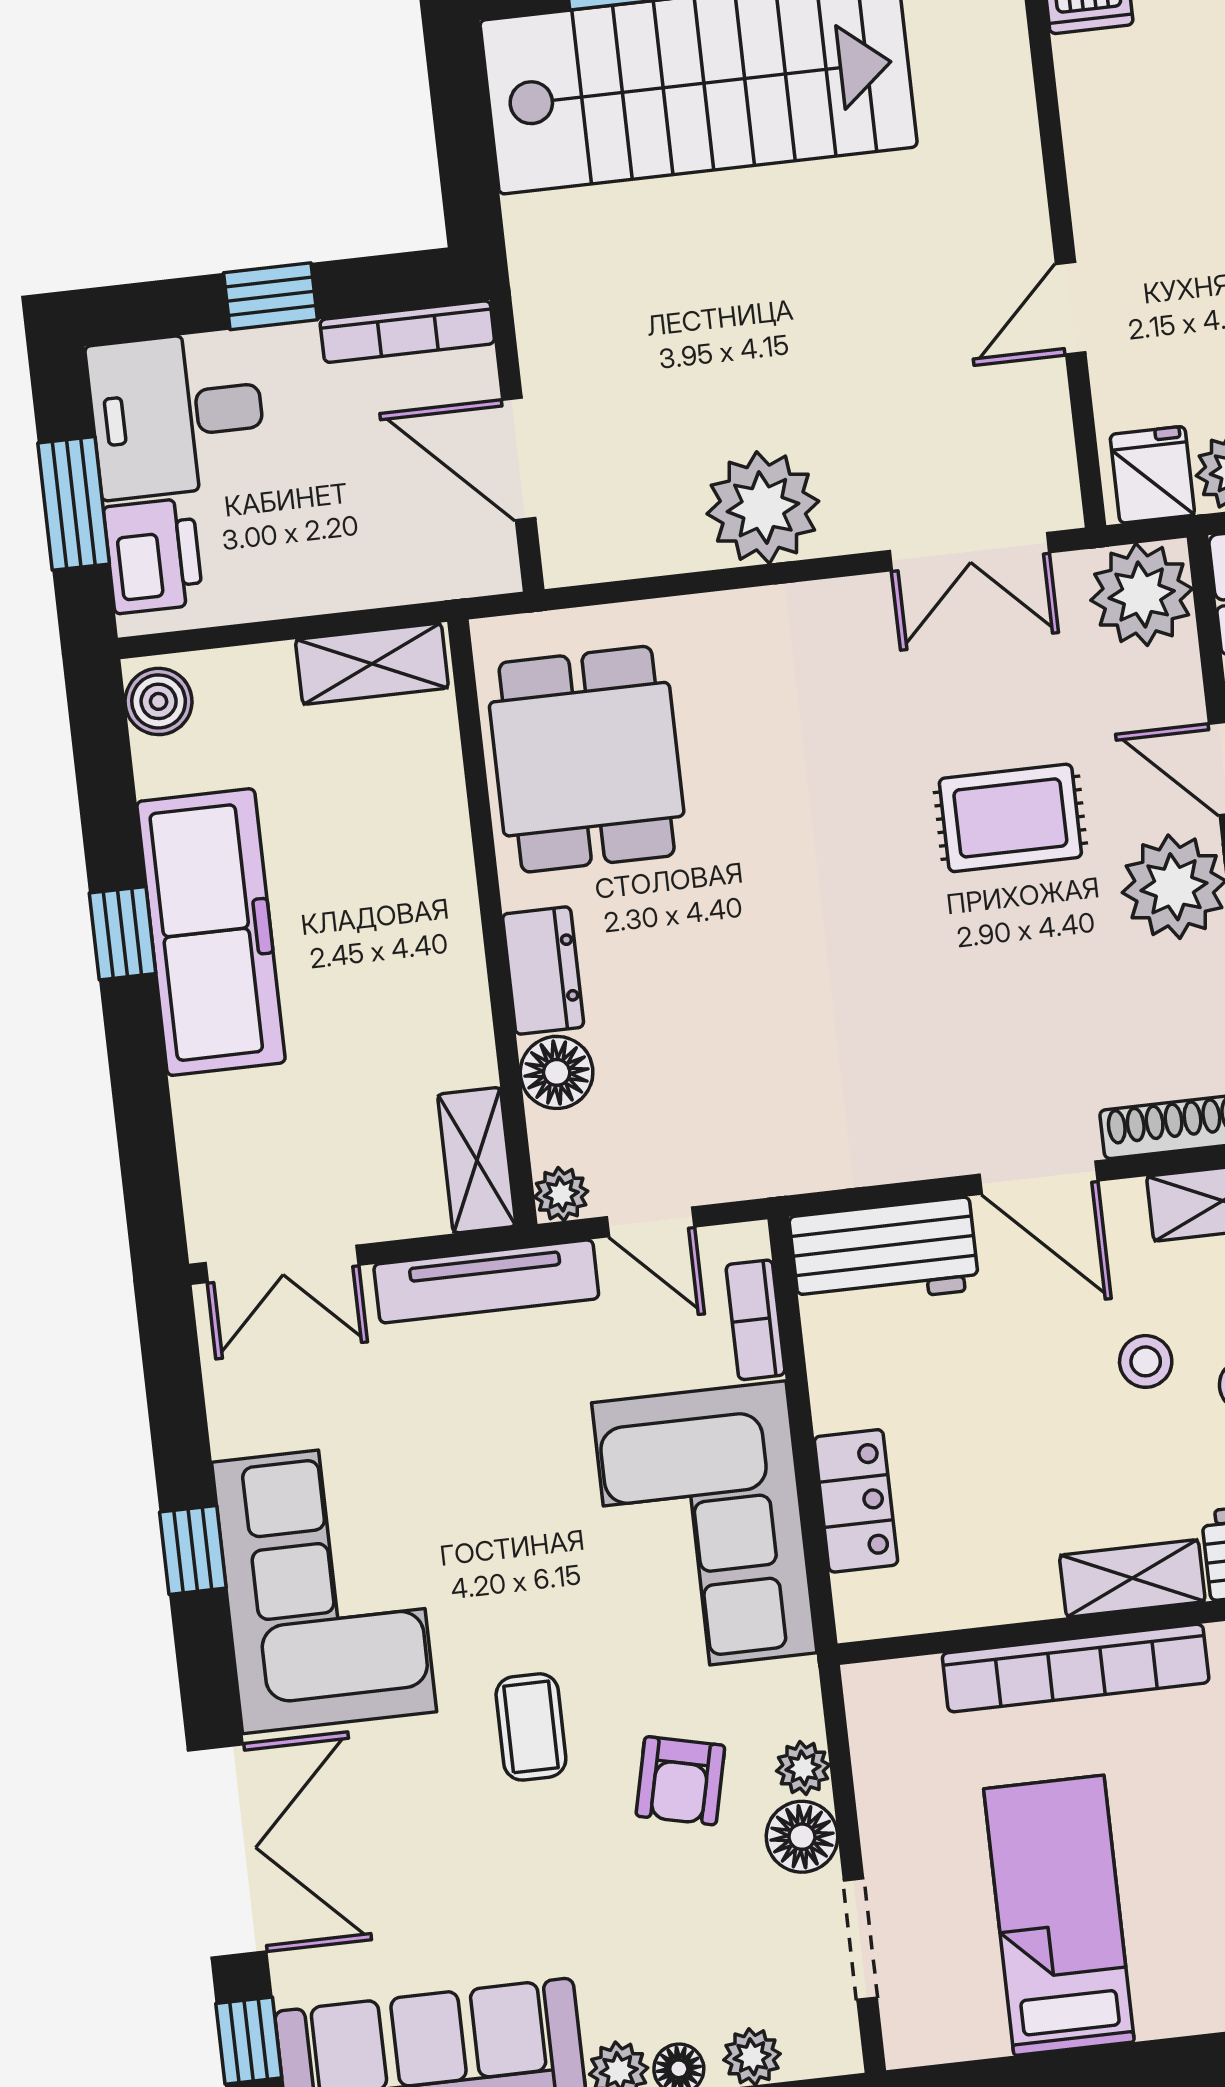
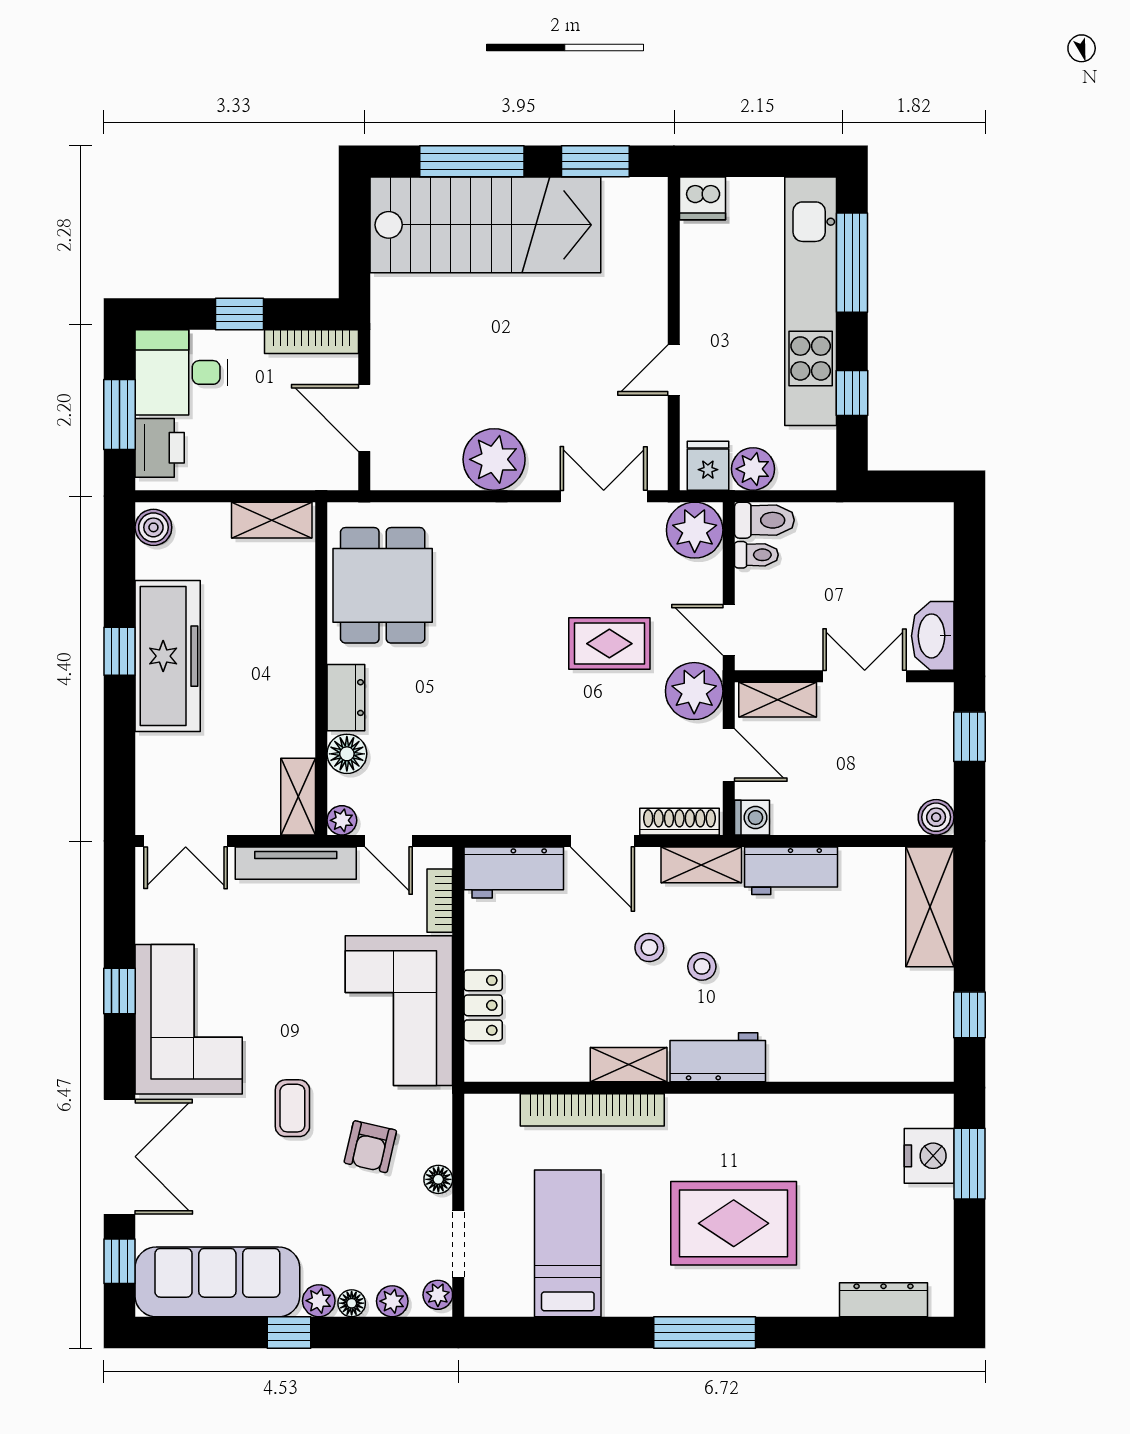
double door: (969, 552) -> (604, 496), swing flipped
plant: (803, 1768) -> (438, 1295), moved
floor lamp: (802, 1837) -> (438, 1179), width x0.73, depth x0.73

